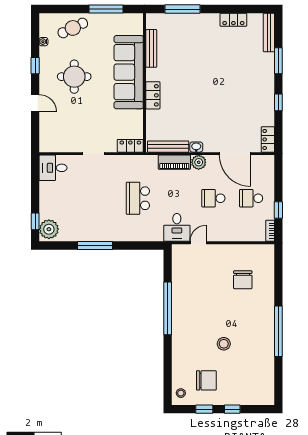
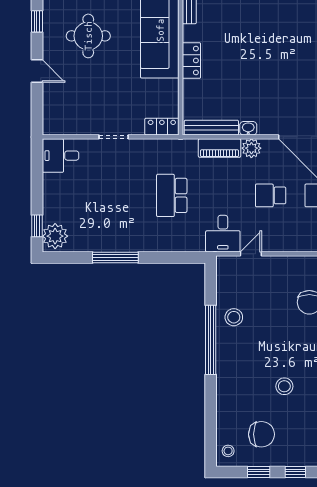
stool: (185, 291) -> (234, 317), added

